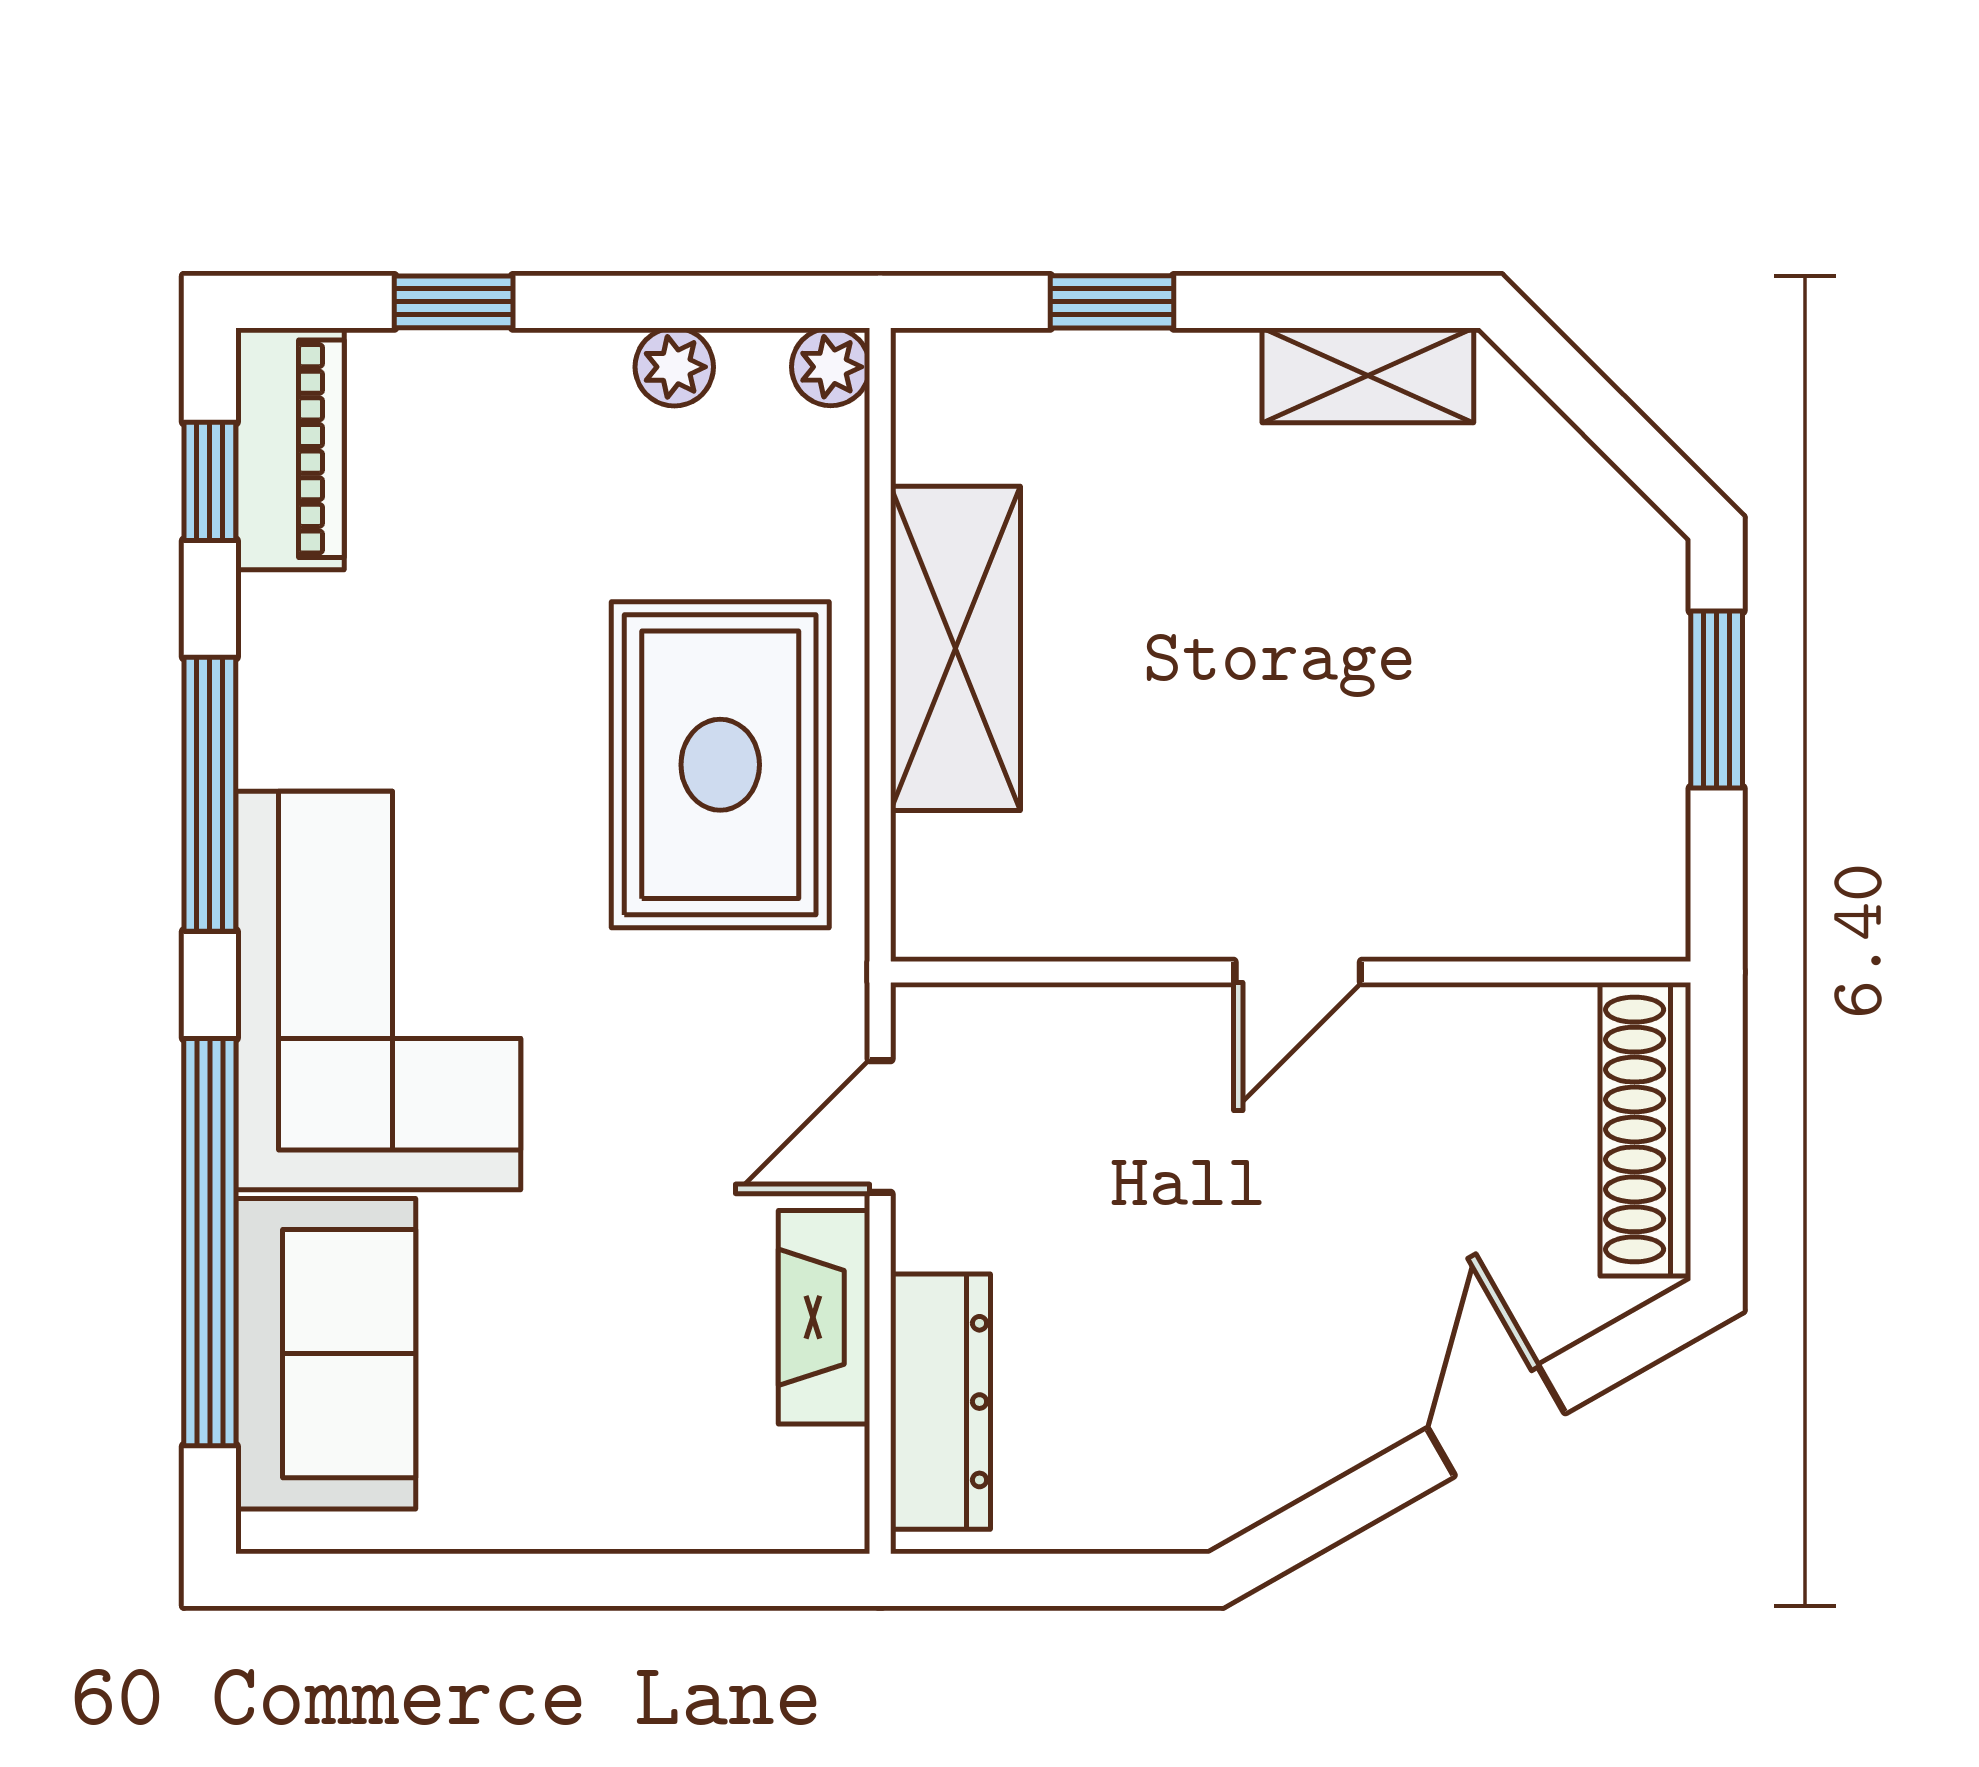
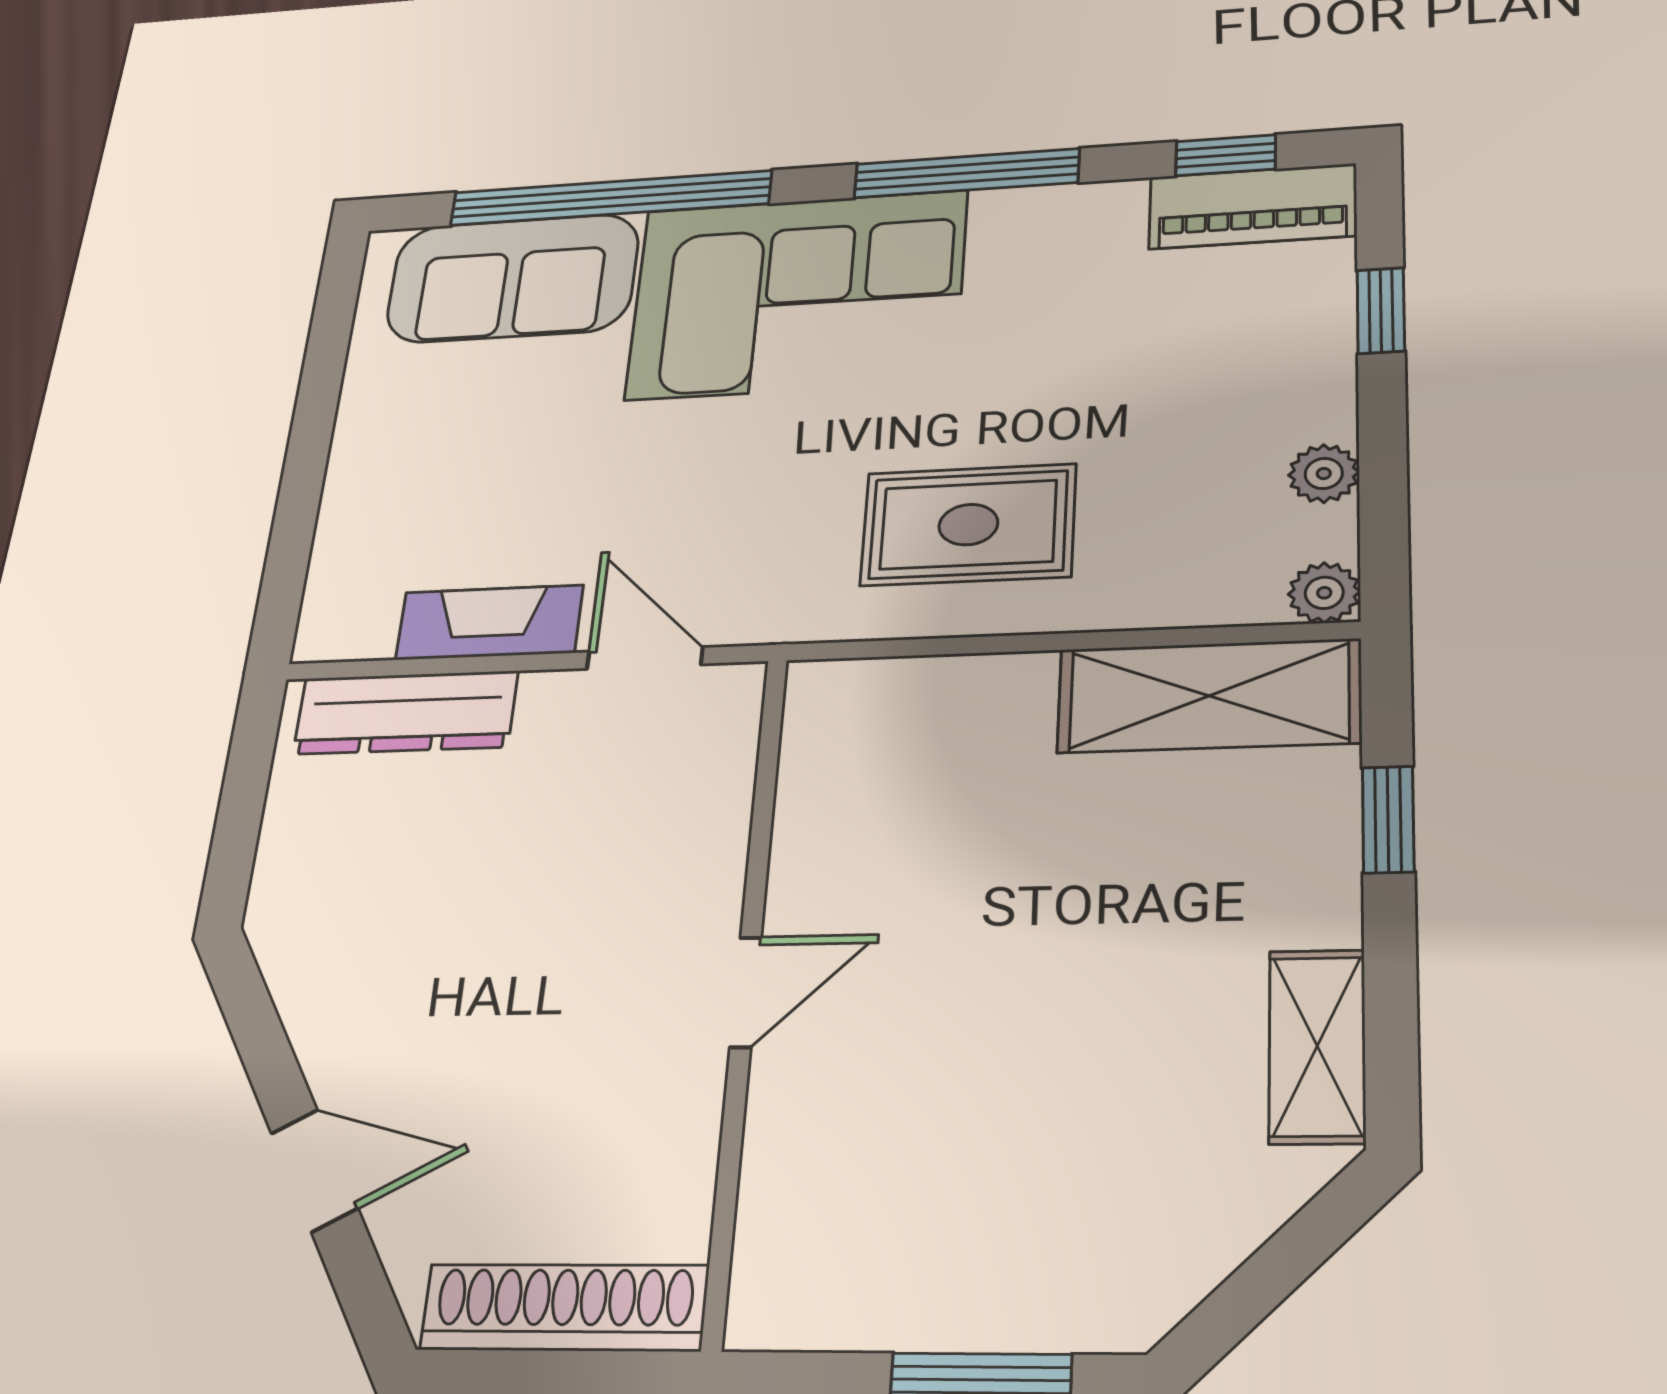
shelving: (955, 648) -> (1209, 696), moved
rug: (720, 765) -> (968, 525), width x0.73, depth x0.70
door: (1298, 972) -> (746, 992), swing flipped

